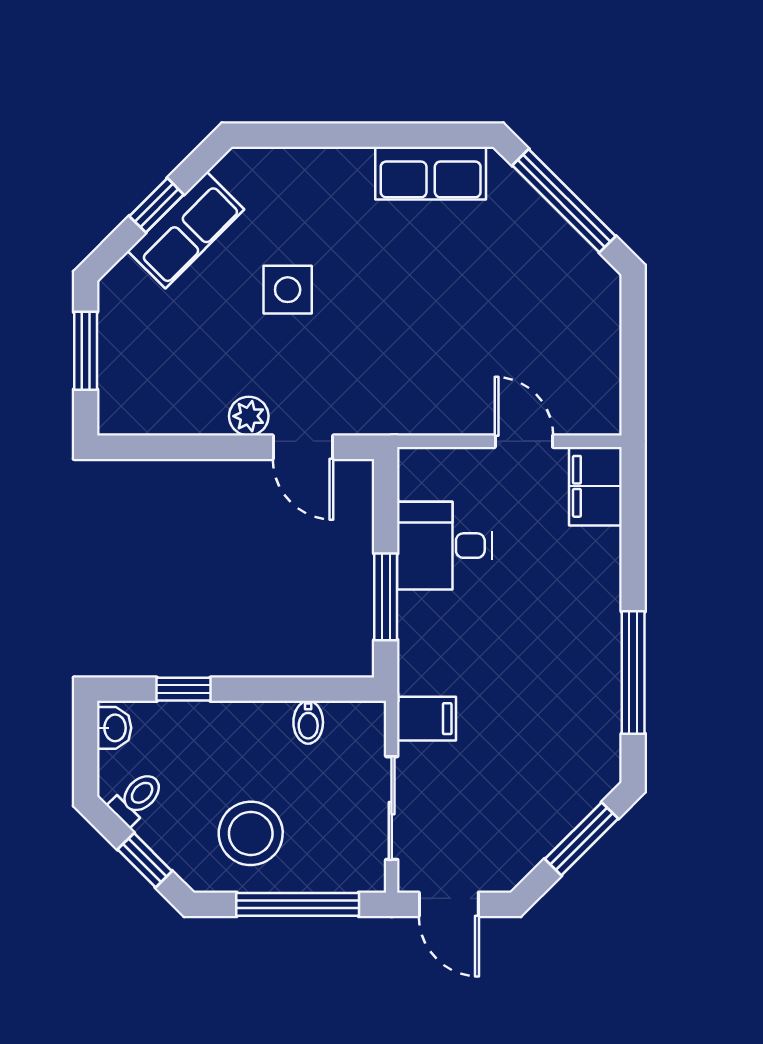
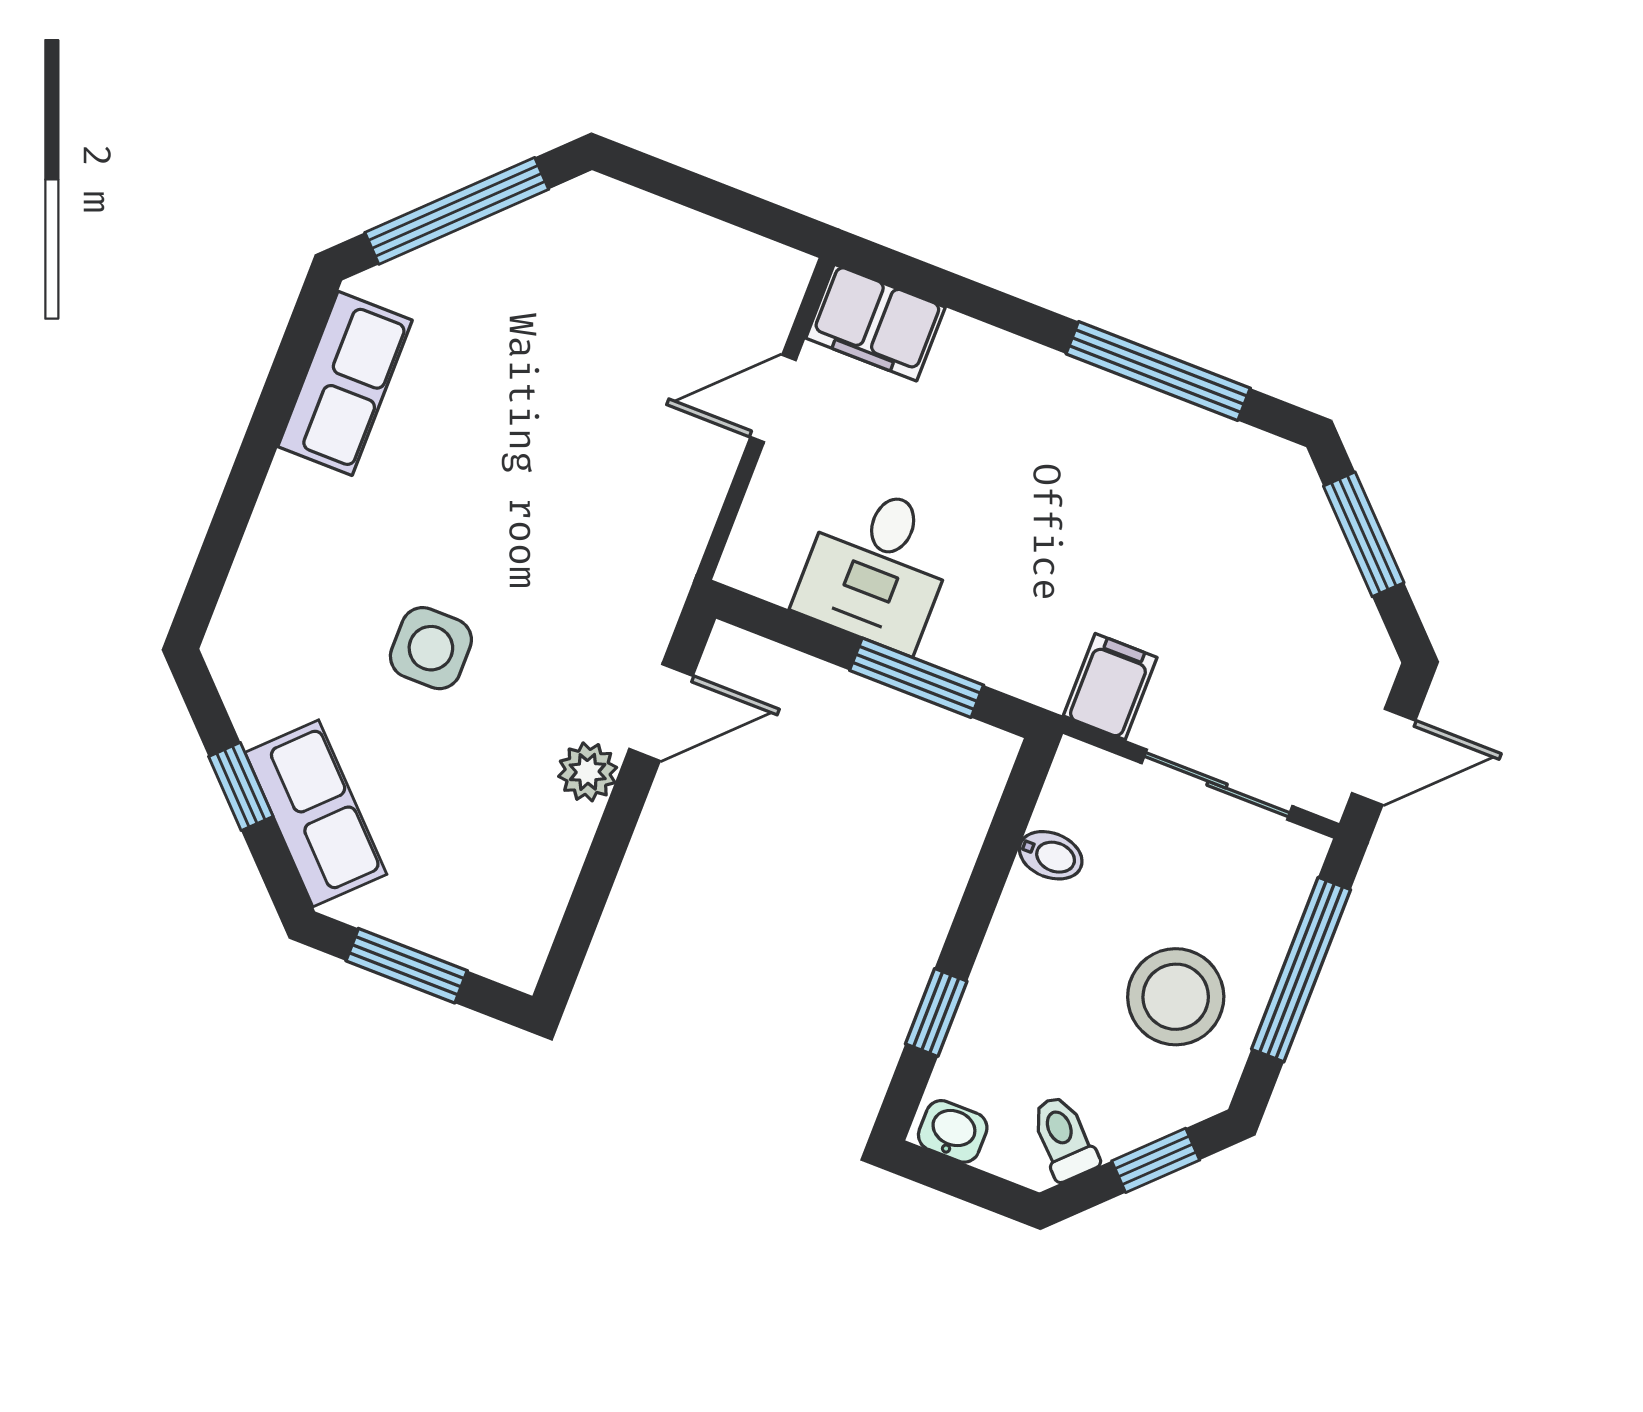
row of seats: (186, 230) -> (316, 813), moved

